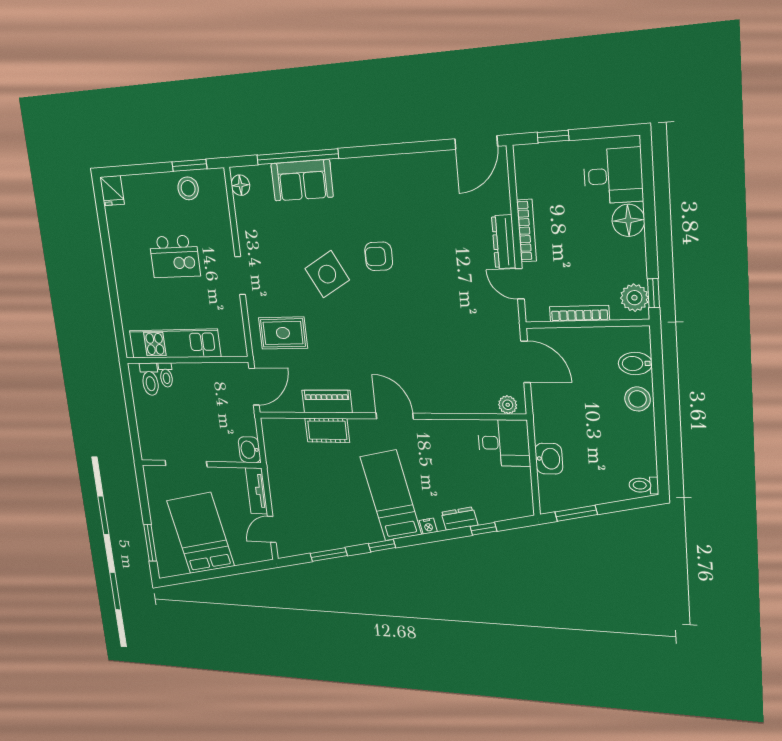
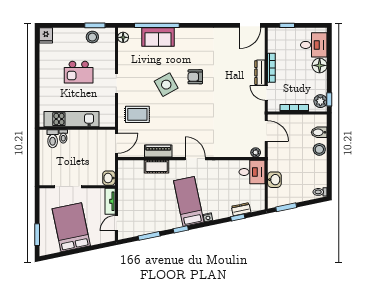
dresser: (459, 519) -> (241, 209), moved

